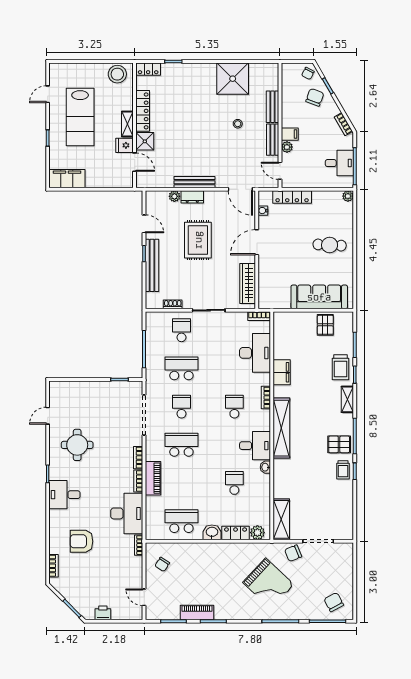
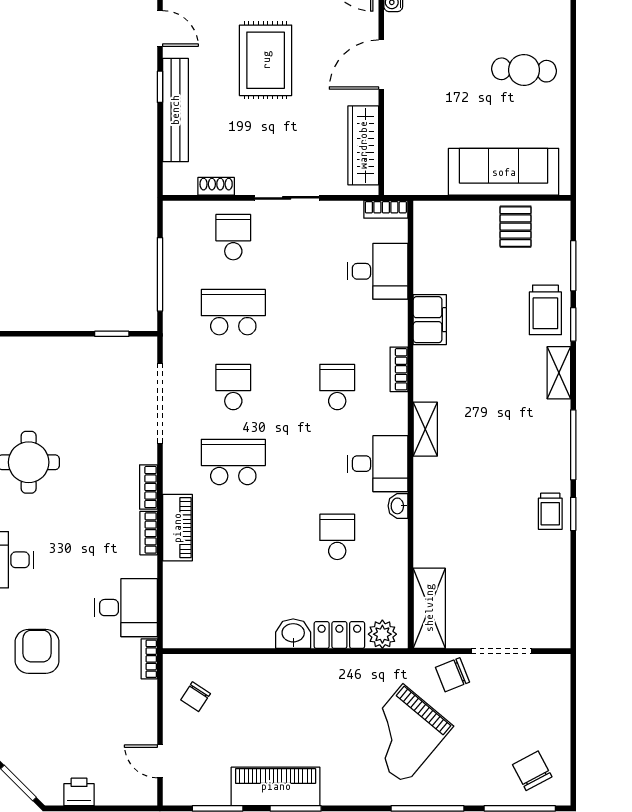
desk: (255, 353) -> (378, 271), width x0.73
shelving: (281, 428) -> (425, 429), width x0.45, depth x0.75
pallet: (339, 444) -> (543, 461), removed
desk: (127, 513) -> (126, 608), width x0.73
school desk: (181, 521) -> (233, 612), removed
armchair: (81, 541) -> (37, 651), turned 90
grand piano: (268, 583) -> (404, 734), turned 87
piano: (197, 613) -> (276, 786), width x1.37, depth x1.33

